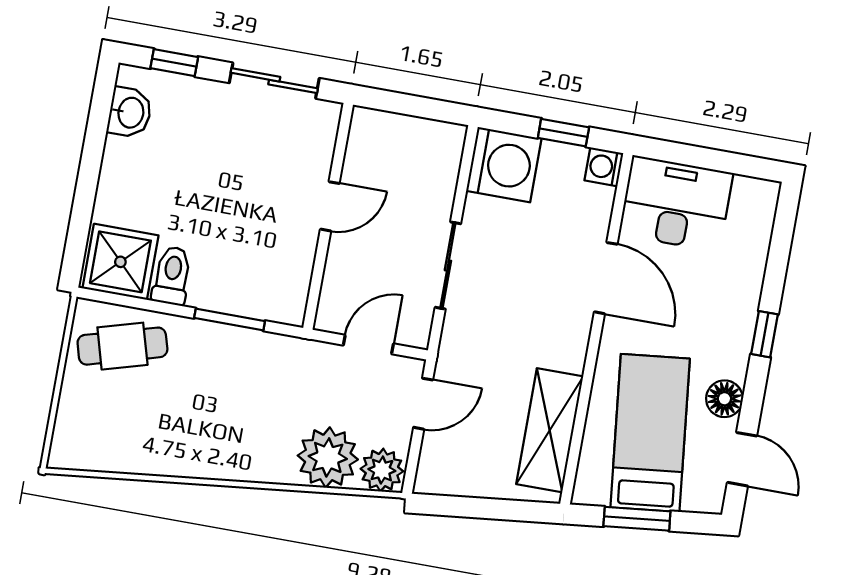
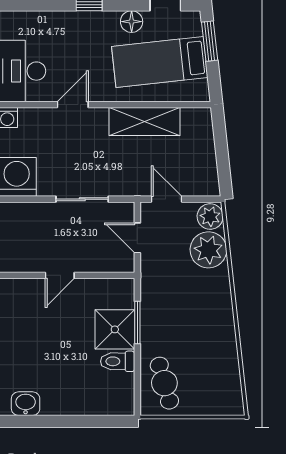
door: (330, 206) -> (60, 275), swing flipped
shower: (120, 262) -> (115, 329), moved
door: (606, 278) -> (73, 105), width x0.73
shelving: (550, 430) -> (144, 122), moved
window: (637, 519) -> (210, 41), moved

